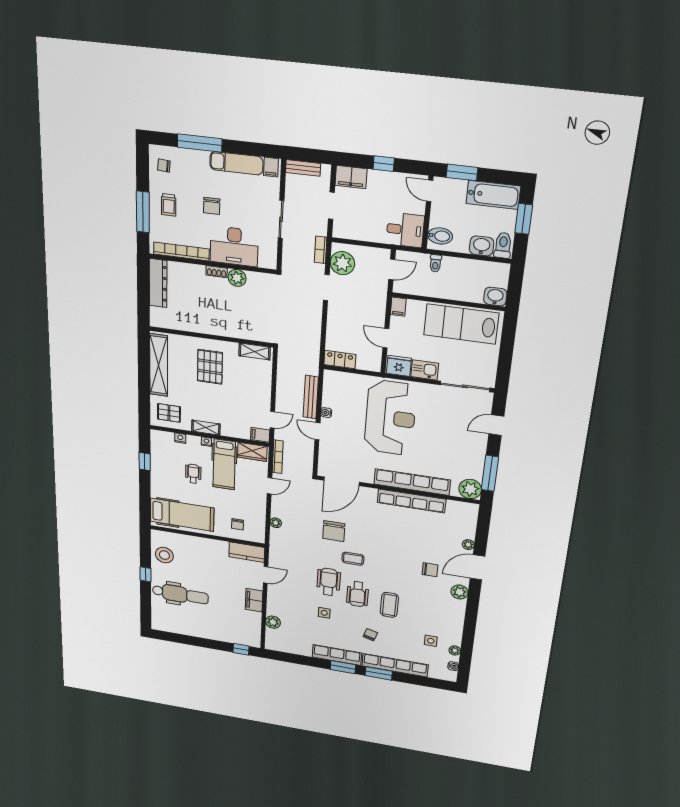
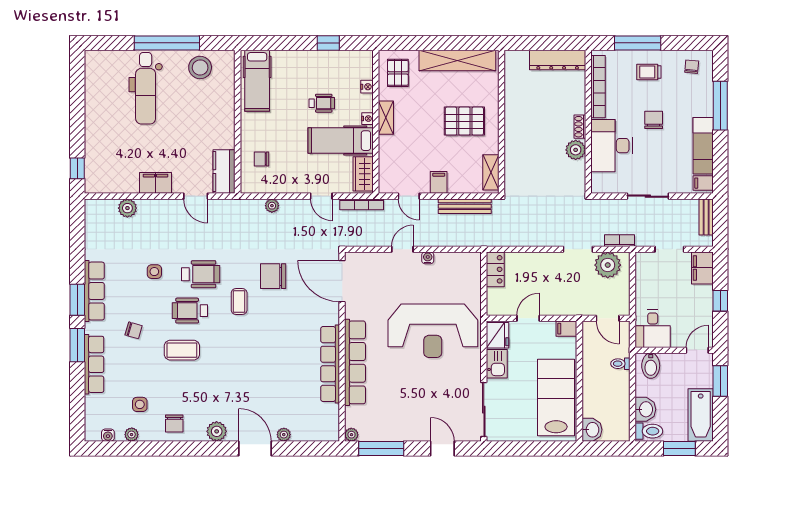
chair: (212, 206) -> (654, 120), turned 90
bench: (311, 397) -> (465, 206), moved
filing cabinet: (260, 435) -> (439, 182), moved
plant: (470, 489) -> (351, 435), width x0.53, depth x0.53
hospital bed: (182, 515) -> (257, 81), width x0.73, depth x0.77
chair: (430, 570) -> (174, 423), moved
window: (146, 574) -> (167, 43), width x3.17
row of seats: (395, 665) -> (94, 364), width x0.73

